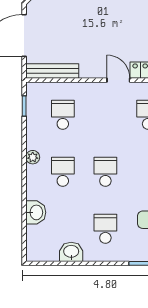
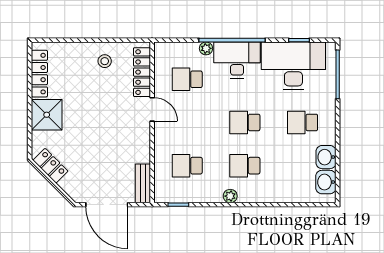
bench: (52, 71) -> (143, 183), width x0.73
door: (118, 80) -> (152, 109), swing flipped
washbasin: (36, 212) -> (326, 182), moved, turned -90

